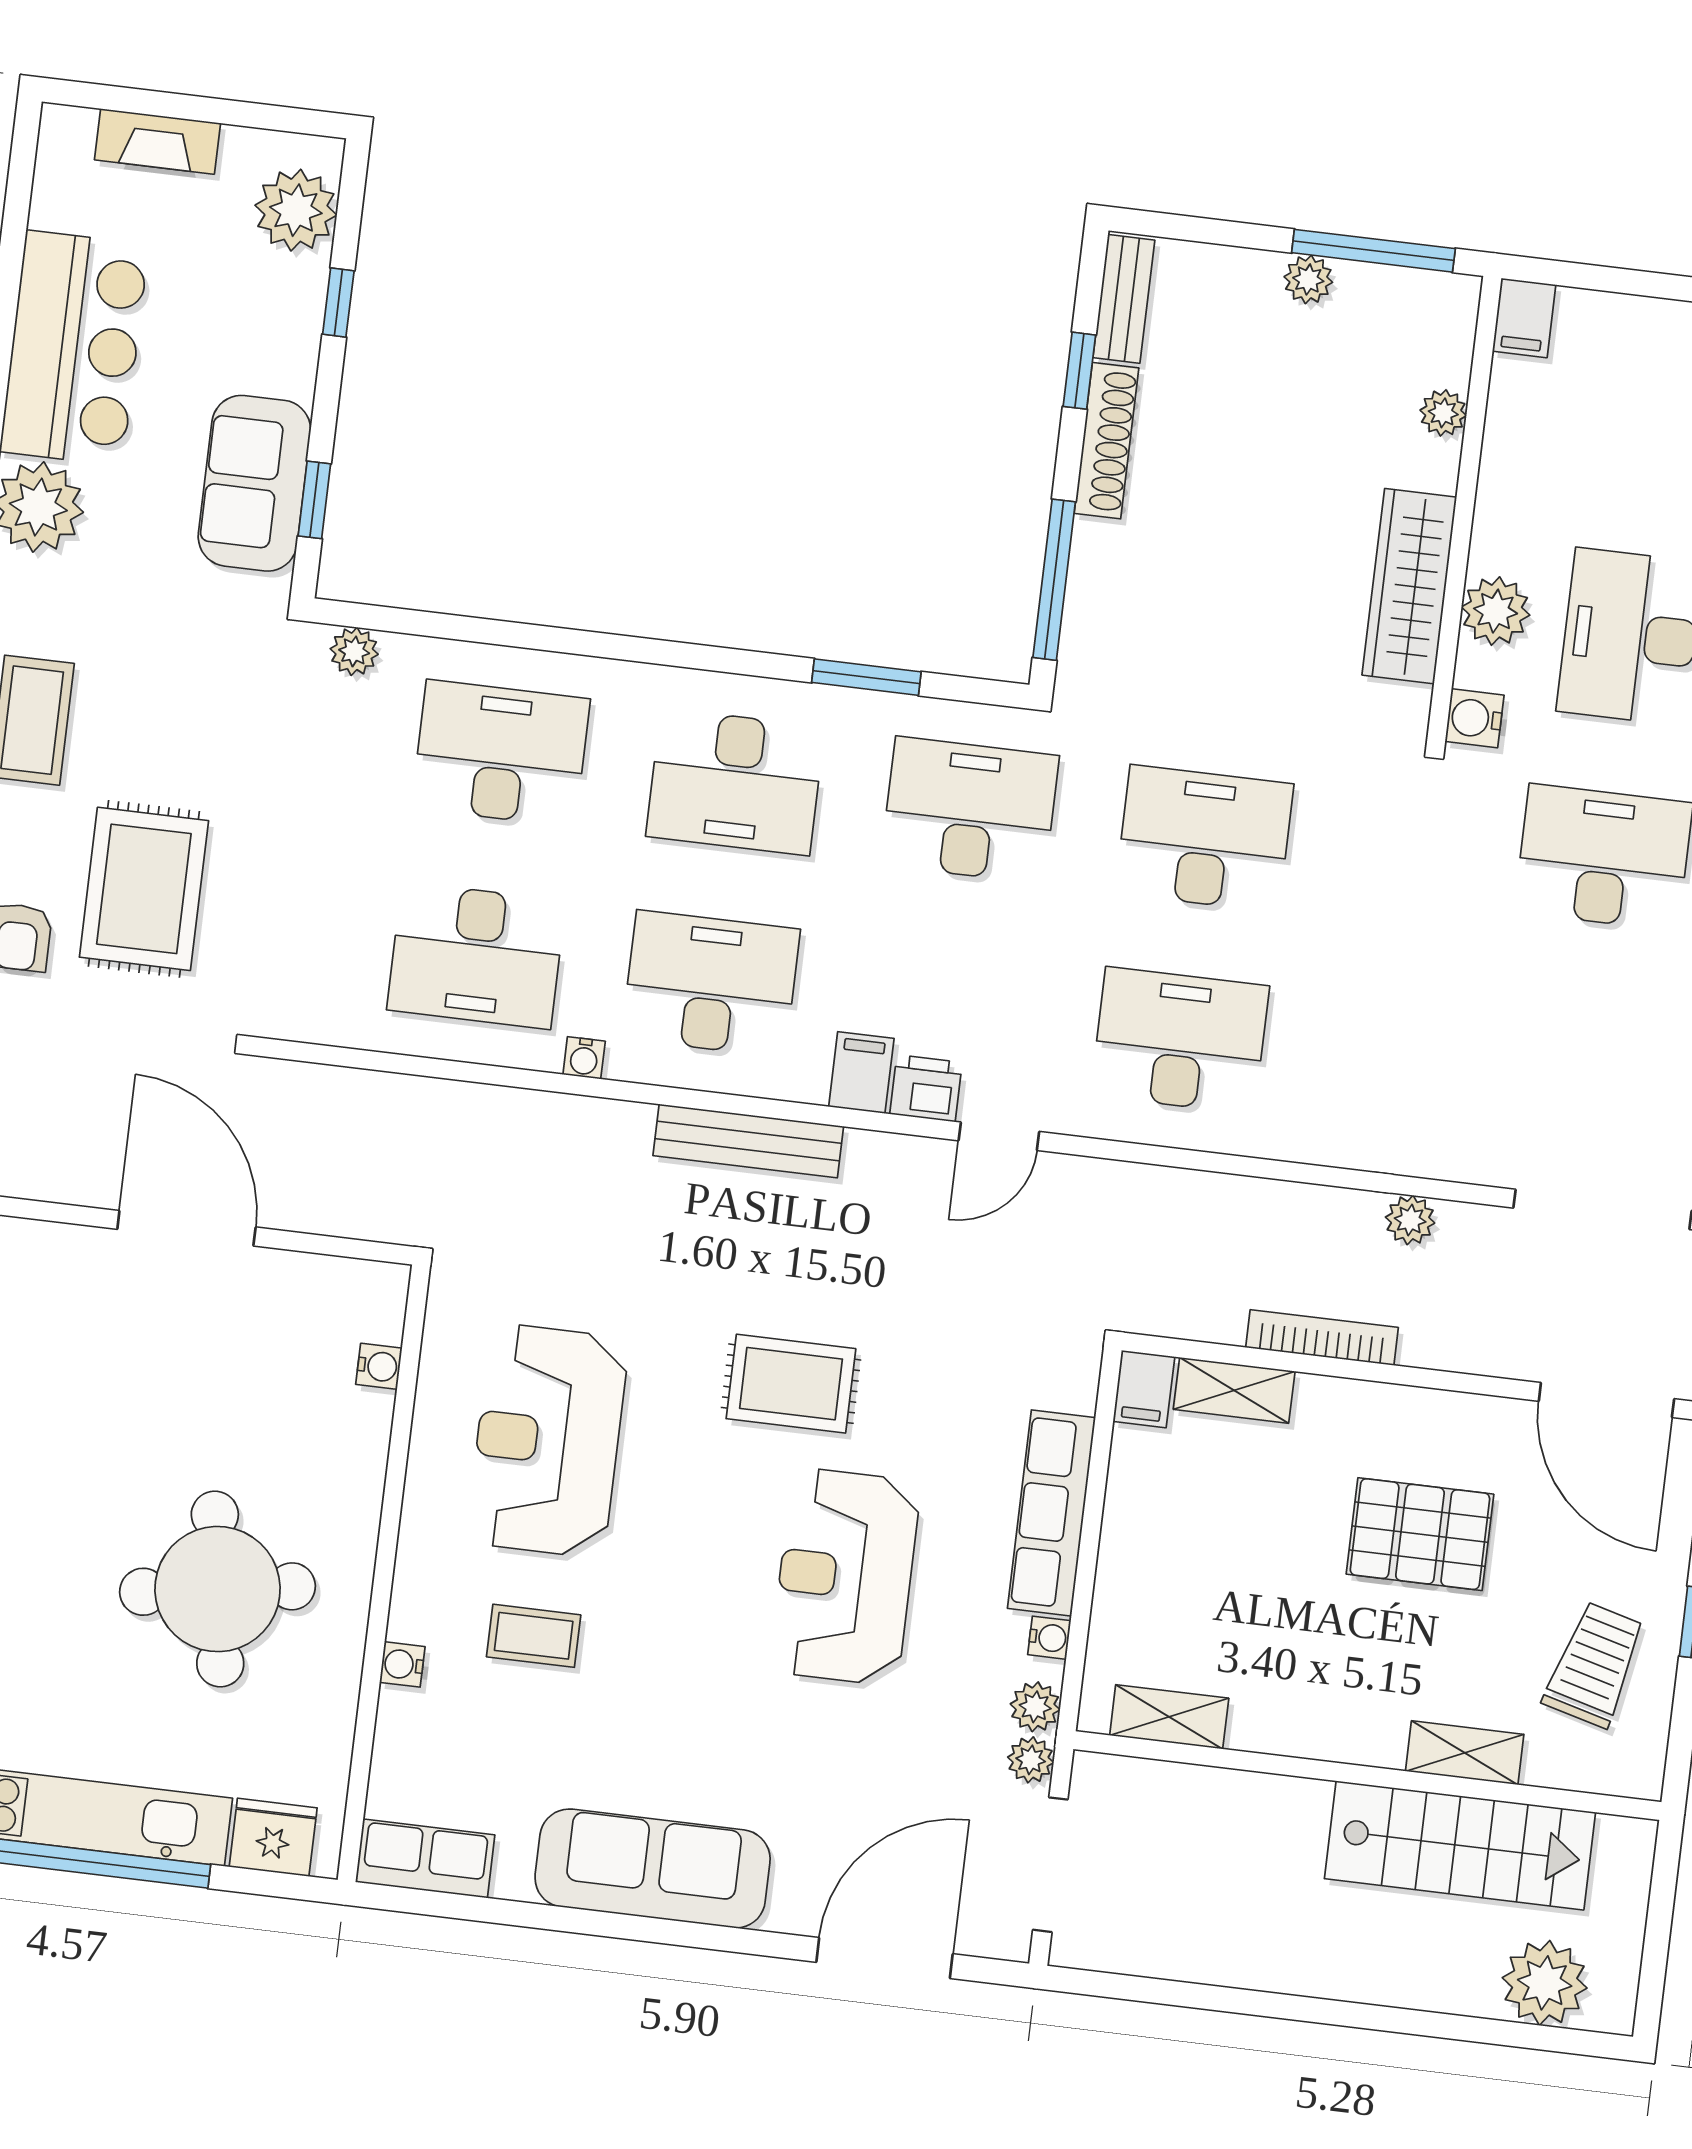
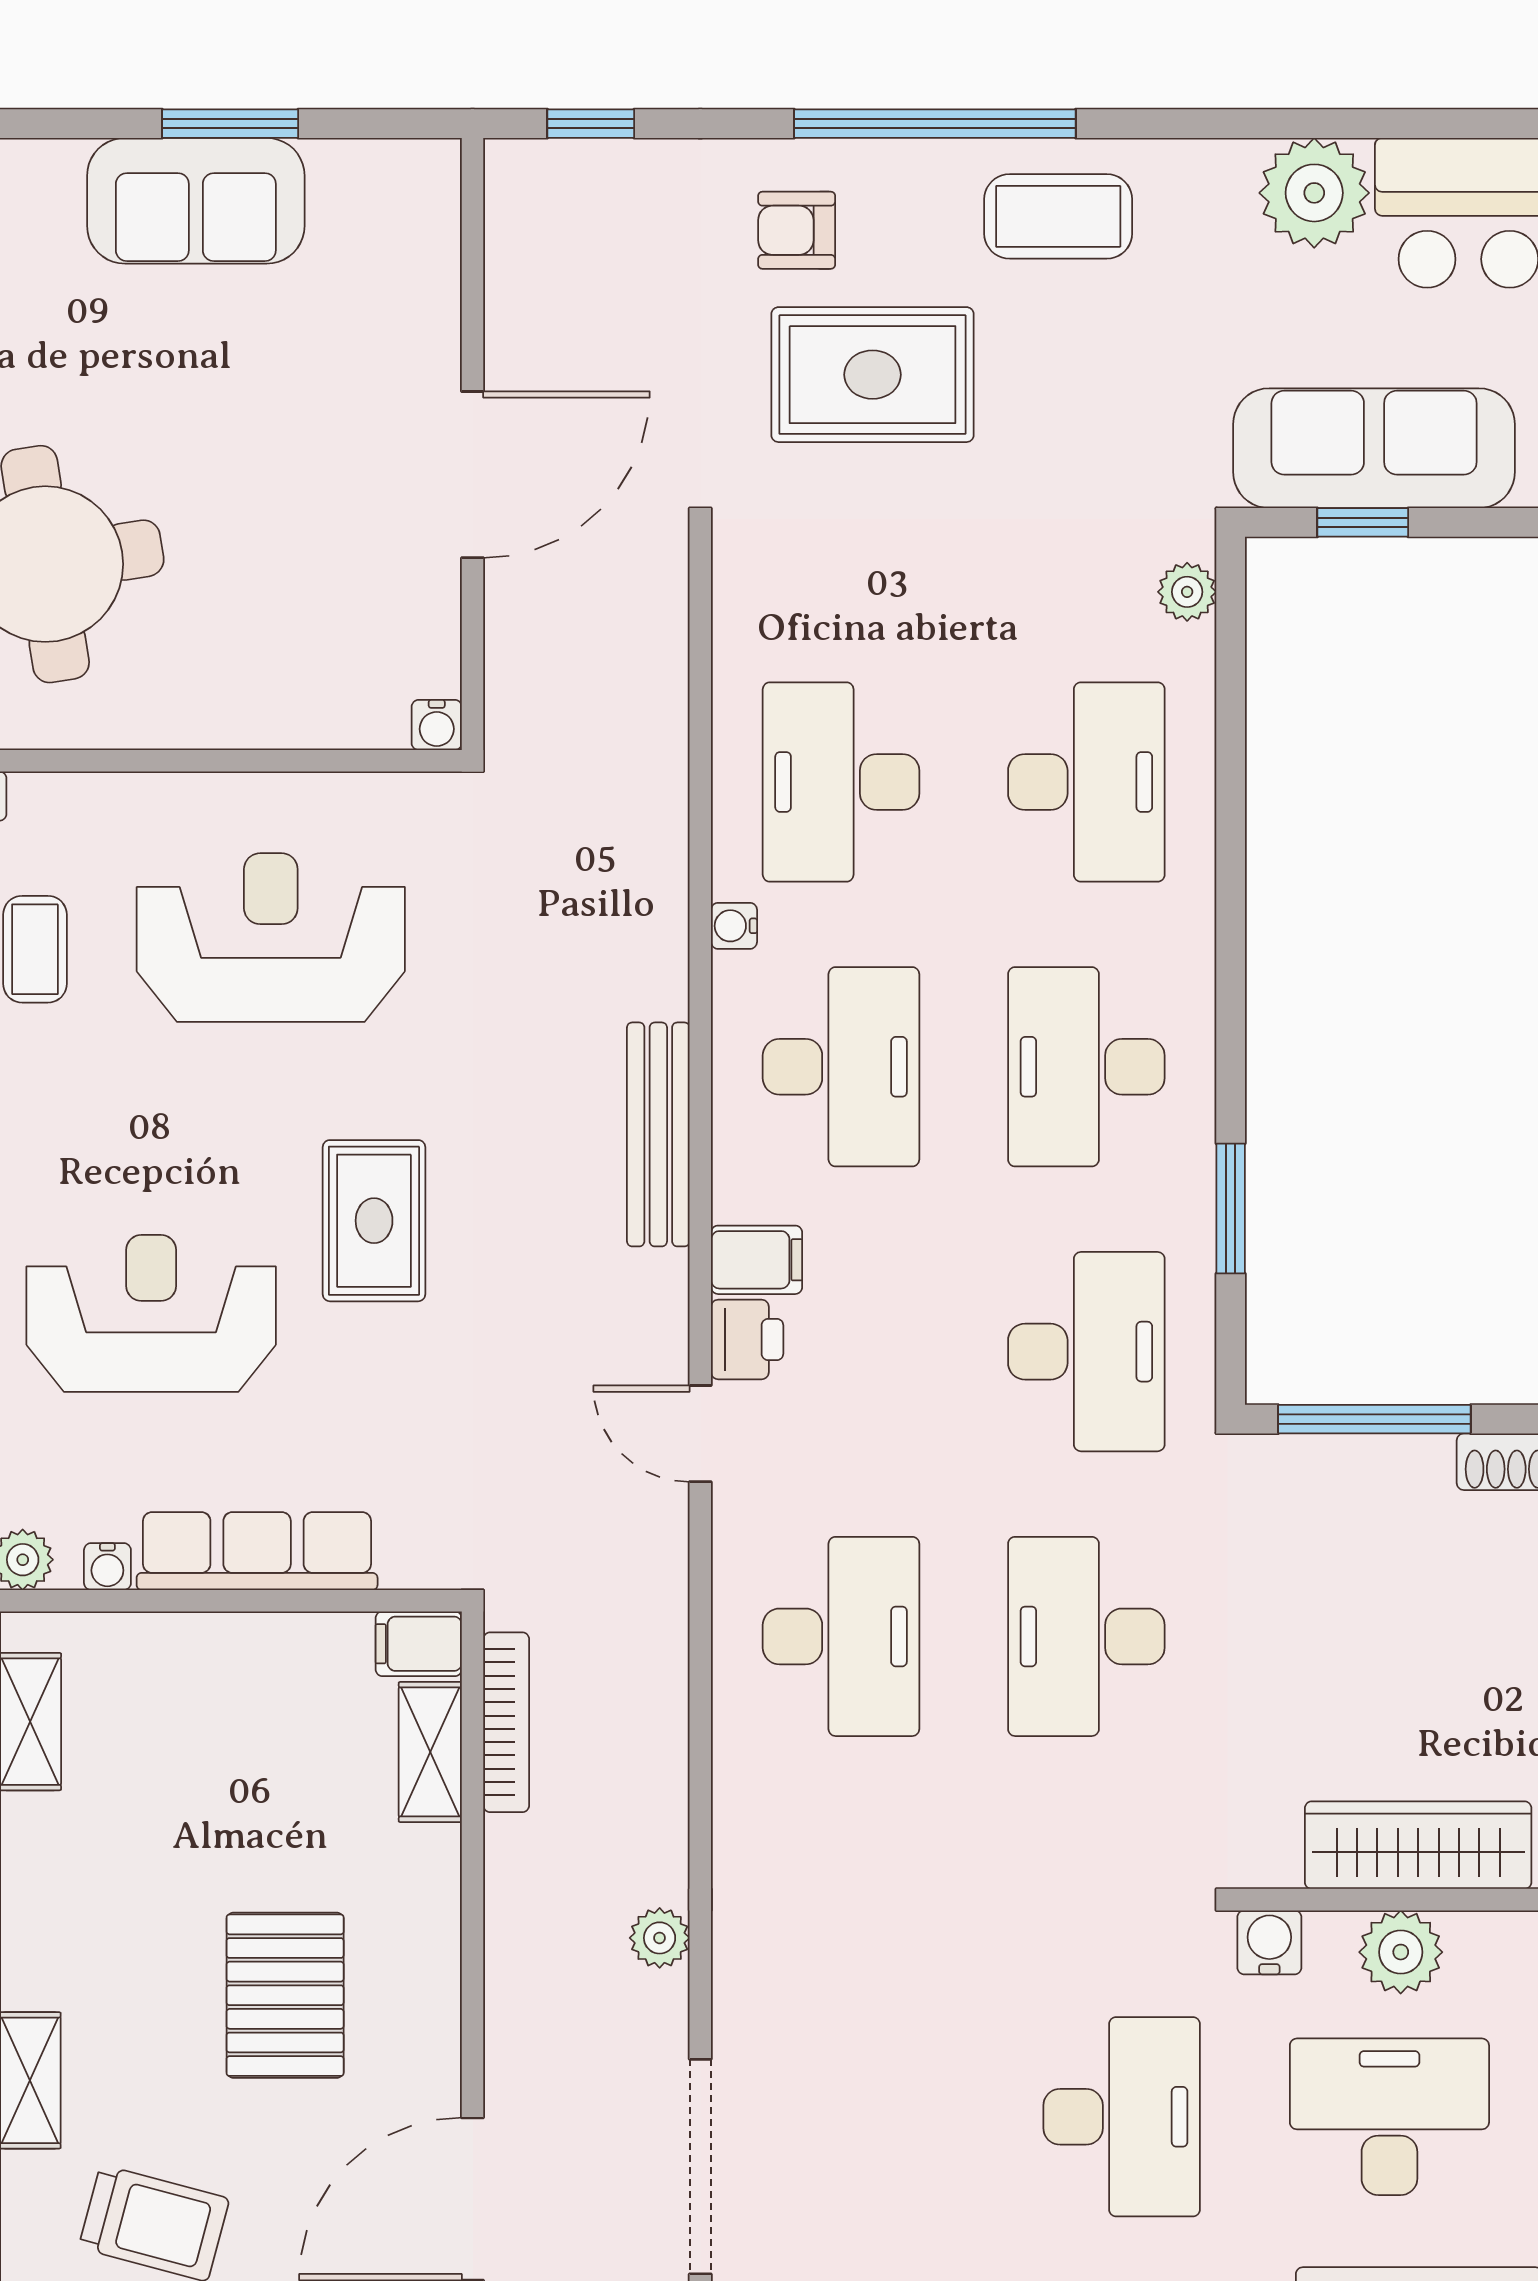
sofa: (254, 483) -> (1374, 448), width x1.36
desk: (1204, 839) -> (1086, 1636), turned 180
bookcase: (1322, 1337) -> (506, 1722), moved
water cooler: (379, 1366) -> (437, 725), moved

